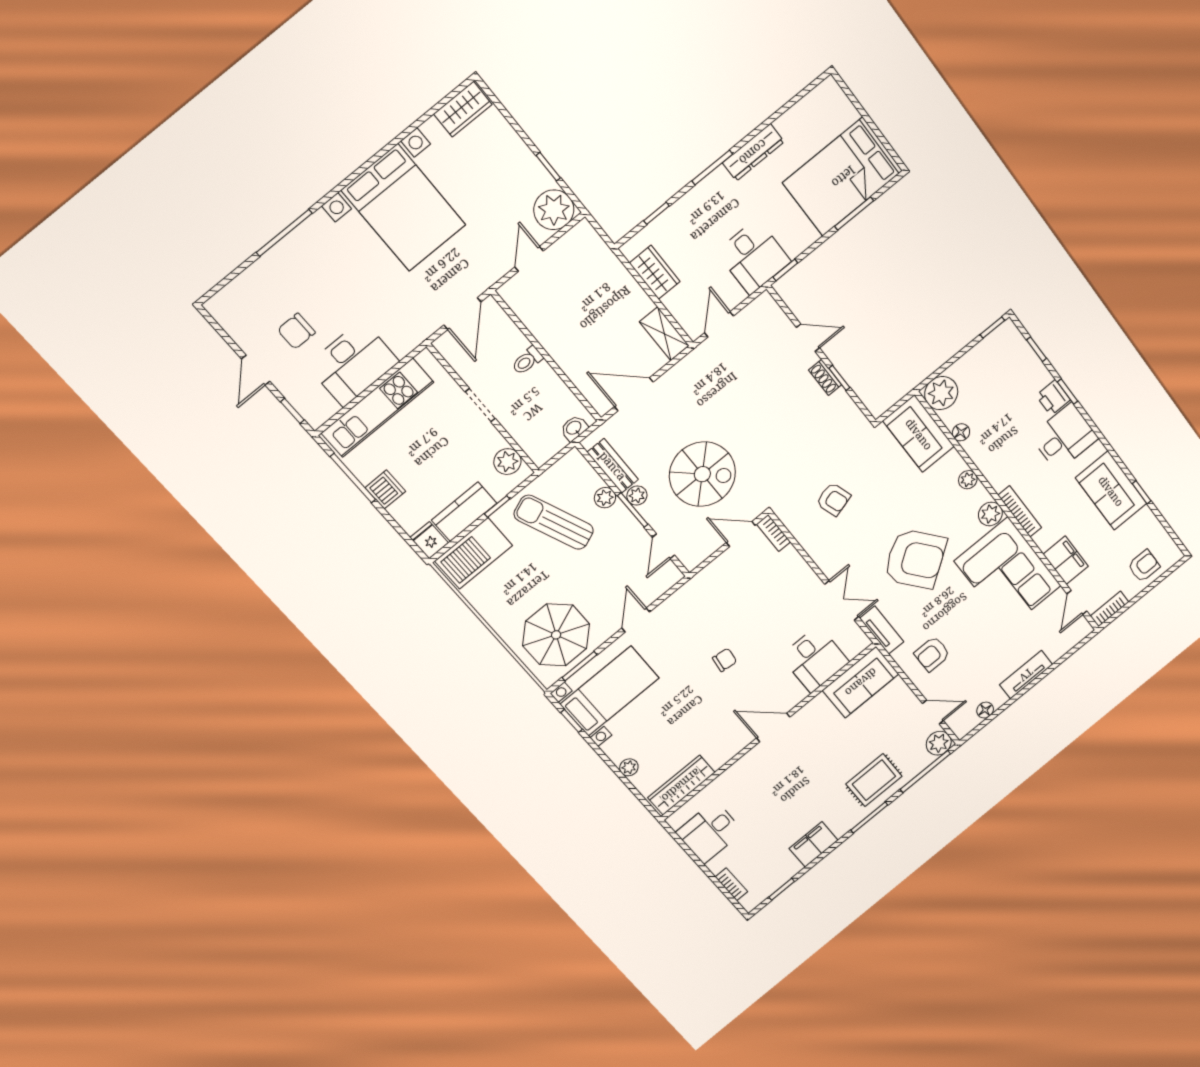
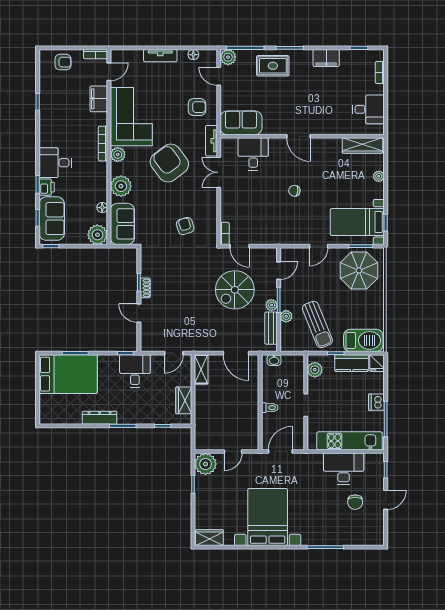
chair: (296, 331) -> (355, 502), turned 90
spiral stairs: (702, 474) -> (235, 290), turned -90
plant: (968, 480) -> (121, 186), width x1.88, depth x1.88
sofa: (1111, 491) -> (52, 219), moved
armchair: (1144, 566) -> (63, 62), turned 180

